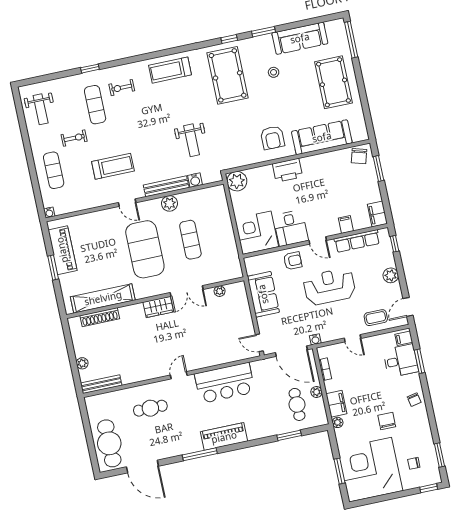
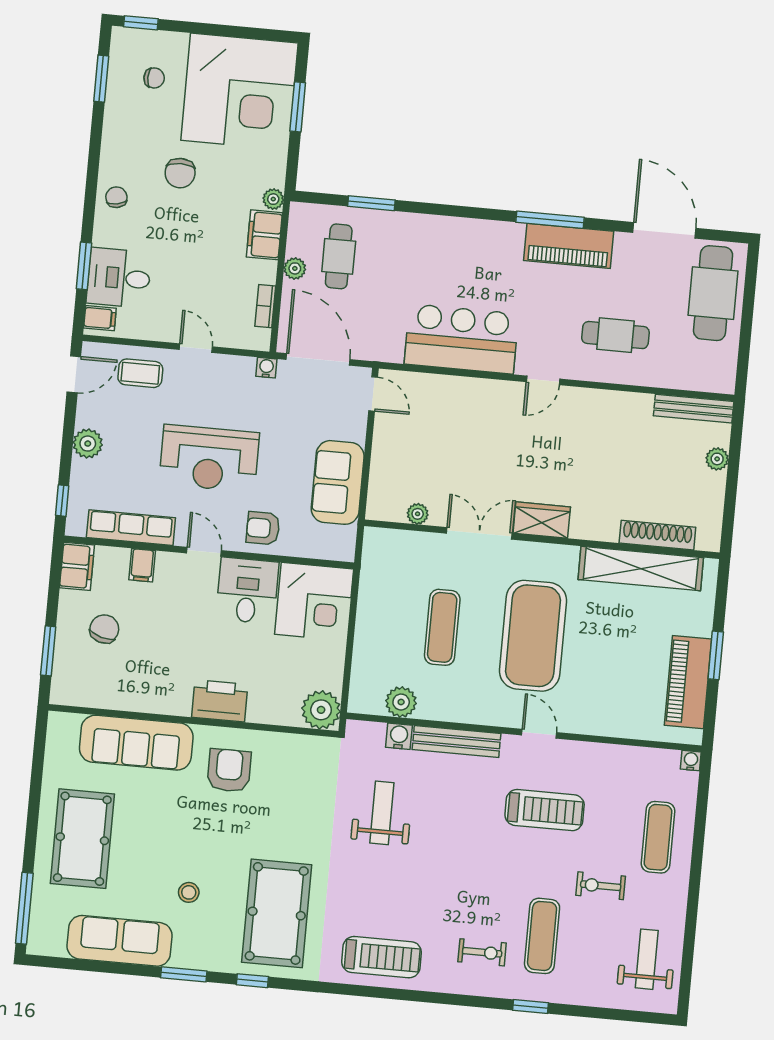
chair: (359, 156) -> (104, 629), moved
treadmill: (113, 166) -> (545, 810), turned 180
plant: (170, 203) -> (401, 702), moved
piano: (224, 437) -> (569, 246), moved

